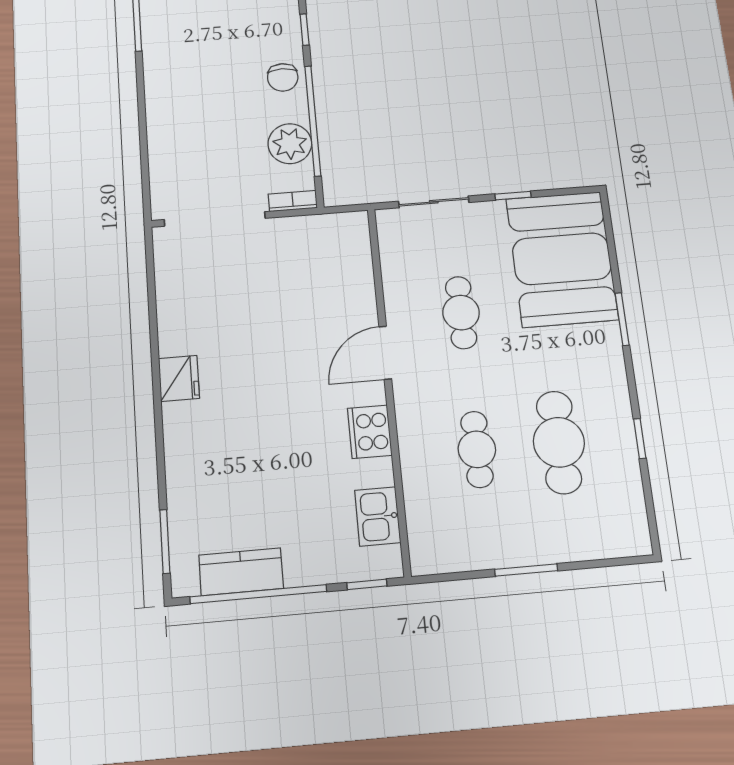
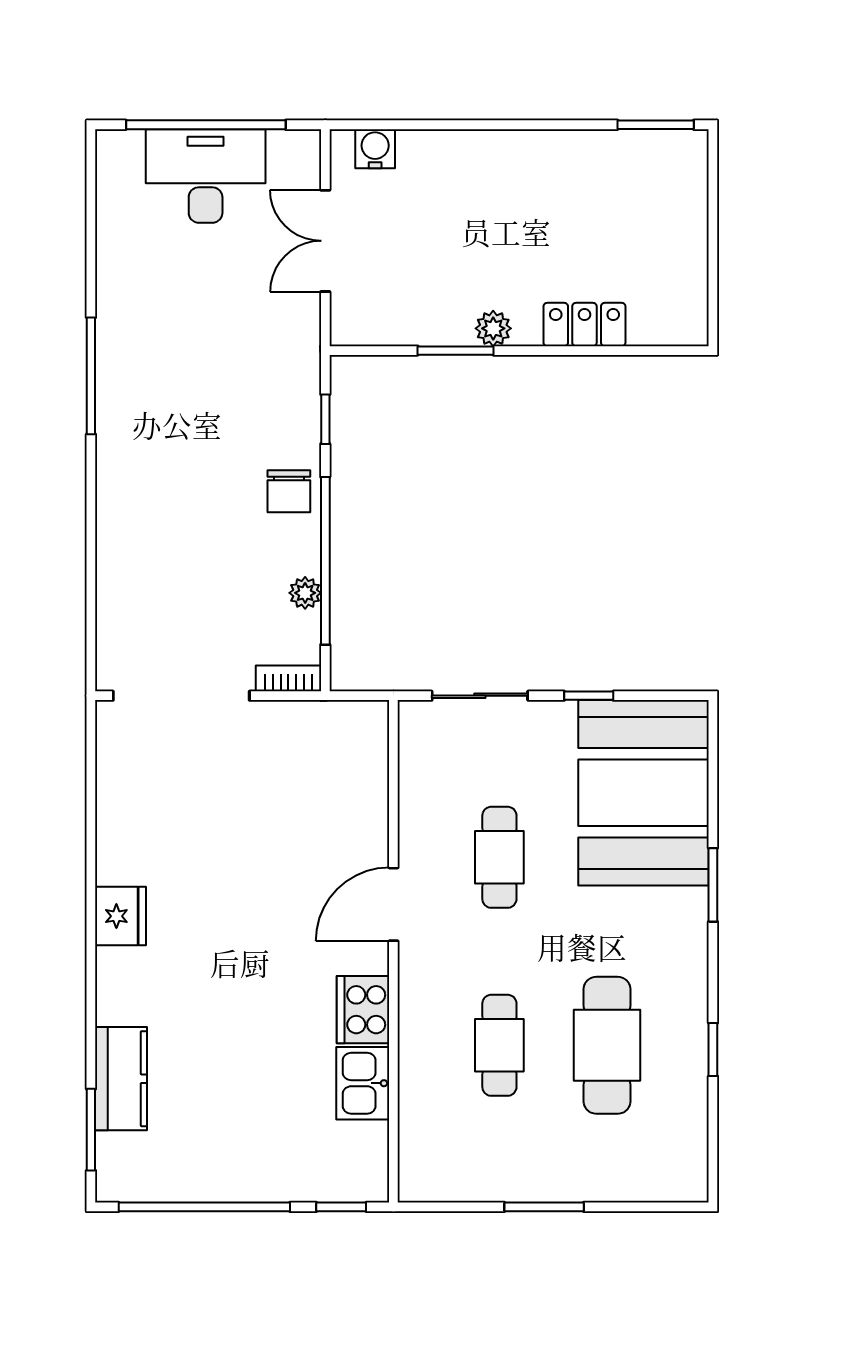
plant: (290, 144) -> (305, 593), width x0.53, depth x0.53
kitchen sink: (378, 516) -> (363, 1083), moved
kitchen counter: (241, 572) -> (121, 1079), moved, turned 90

